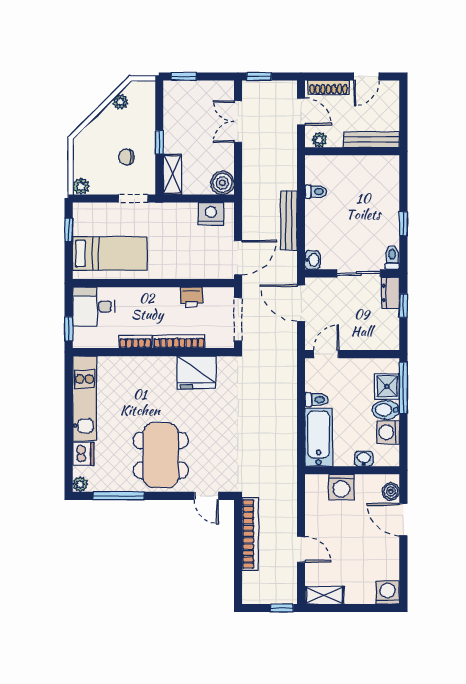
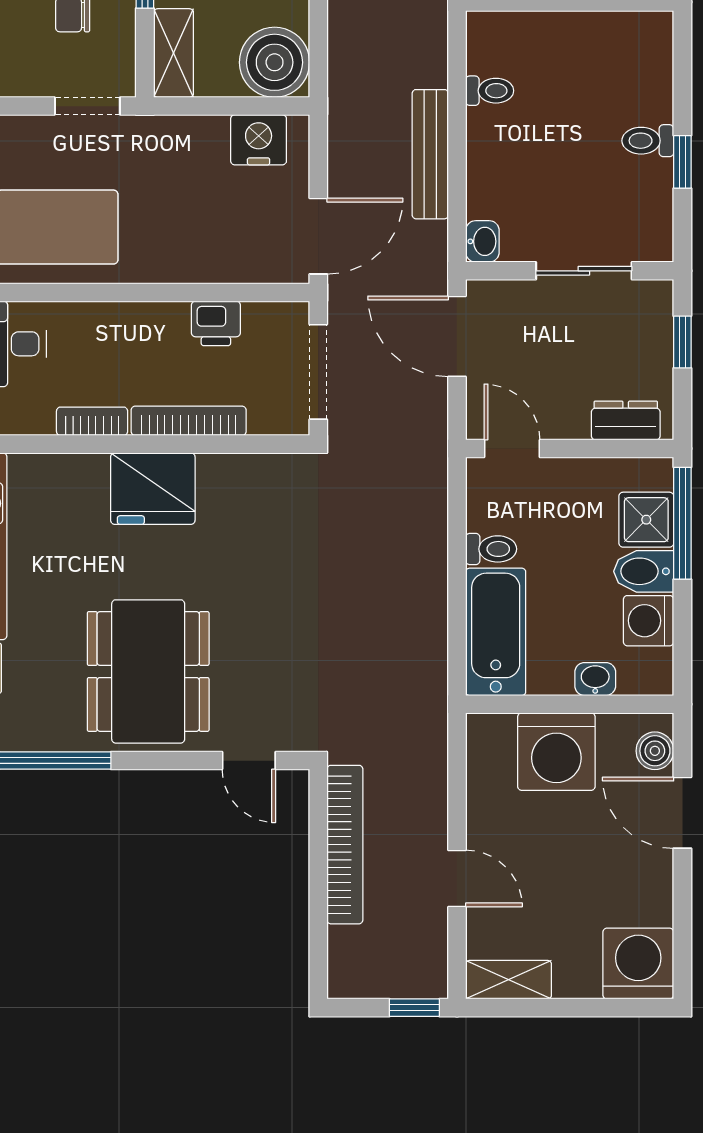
boiler: (222, 183) -> (275, 62), width x1.37, depth x1.37
toilet: (392, 258) -> (648, 141), moved, turned -90
dresser: (391, 293) -> (626, 420), moved, turned 90
door: (326, 354) -> (512, 448), hinge flipped
fridge: (196, 372) -> (153, 489), moved
washing machine: (341, 487) -> (556, 752), width x1.37, depth x1.37
washing machine: (388, 592) -> (638, 964), width x1.37, depth x1.37

